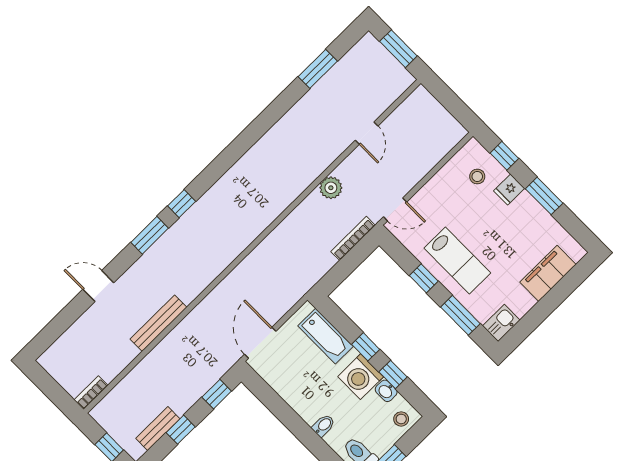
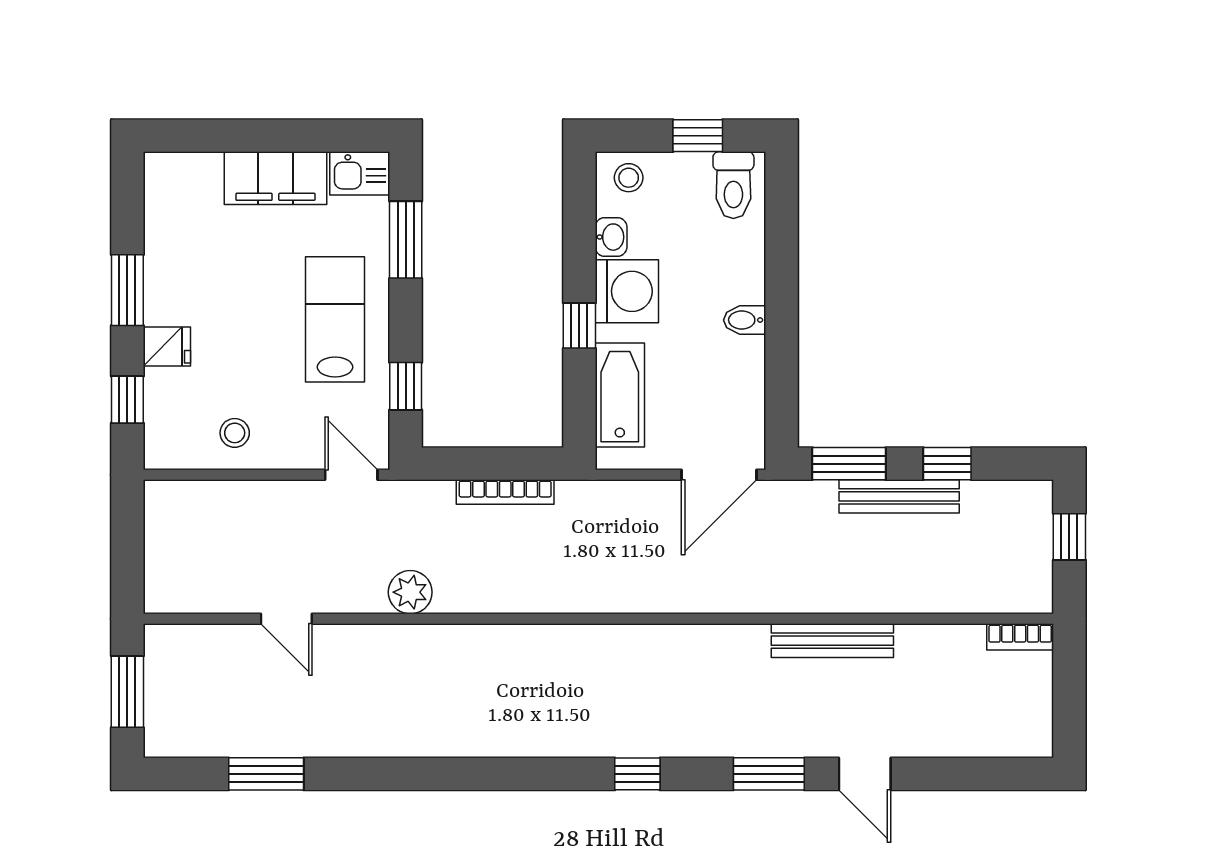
door: (367, 133) -> (286, 619), swing flipped
stool: (477, 176) -> (235, 433), moved
window: (150, 235) -> (769, 774), moved
bookcase: (353, 238) -> (505, 492), moved
filing cabinet: (548, 273) -> (275, 178), moved
window: (424, 278) -> (406, 386), moved
window: (393, 374) -> (579, 250), removed
window: (217, 394) -> (849, 464), width x1.50
bidet: (323, 425) -> (745, 320), moved
bench: (158, 429) -> (899, 496), moved, width x1.36

